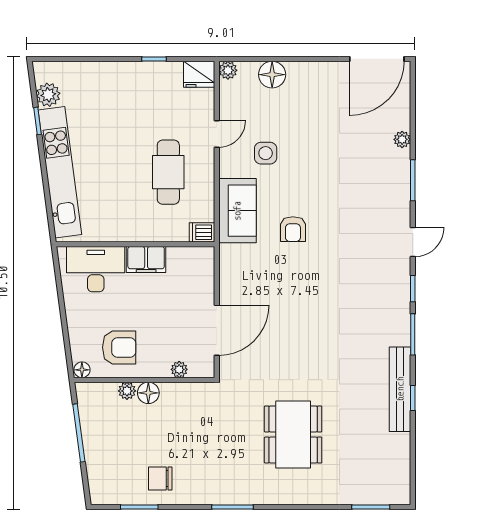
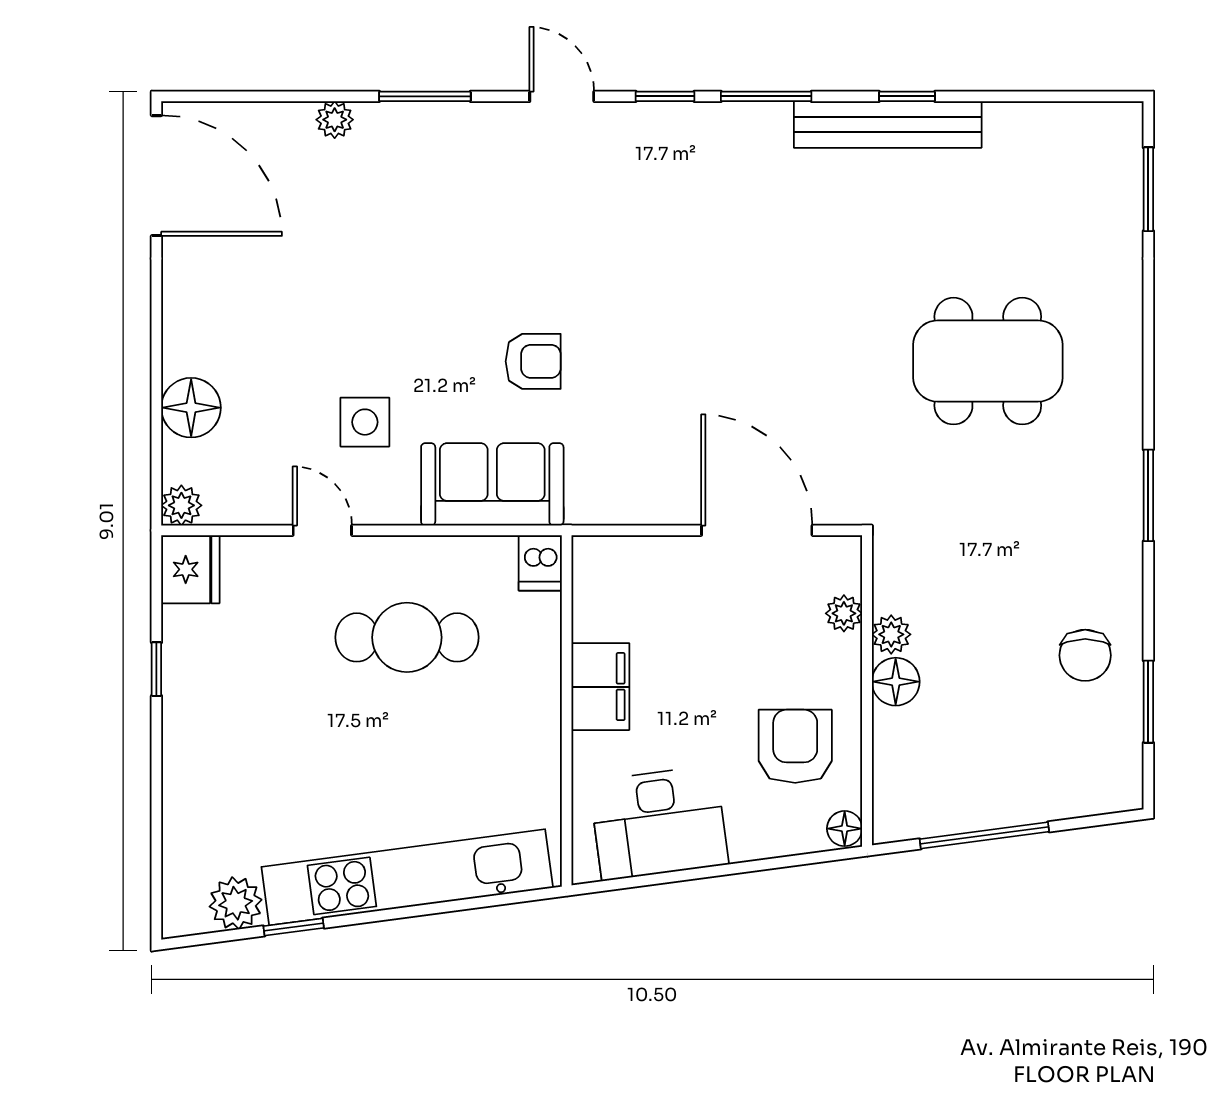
desk: (96, 269) -> (659, 823), moved, turned -98
plant: (127, 391) -> (891, 634), moved

